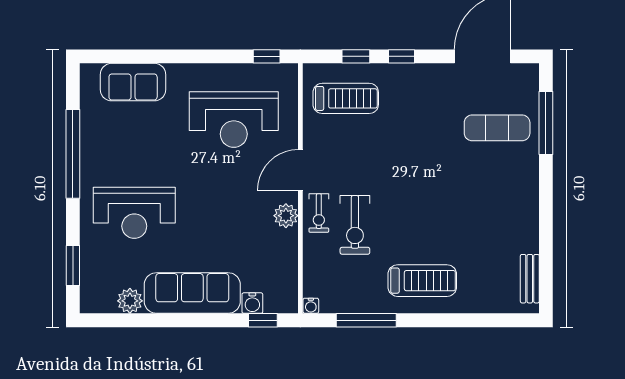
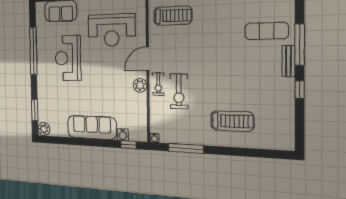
window: (546, 123) -> (300, 45), moved
reception desk: (134, 213) -> (68, 58), moved, turned 90
window: (546, 219) -> (300, 90), added
bench: (530, 279) -> (289, 61), moved
treadmill: (422, 281) -> (232, 121), moved
plant: (130, 301) -> (44, 129), moved

